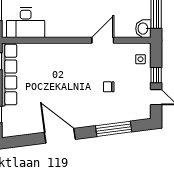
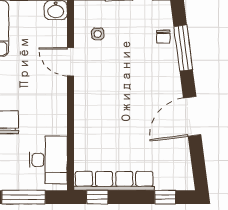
side table: (141, 59) -> (98, 34), moved
chair: (109, 87) -> (163, 37), moved

